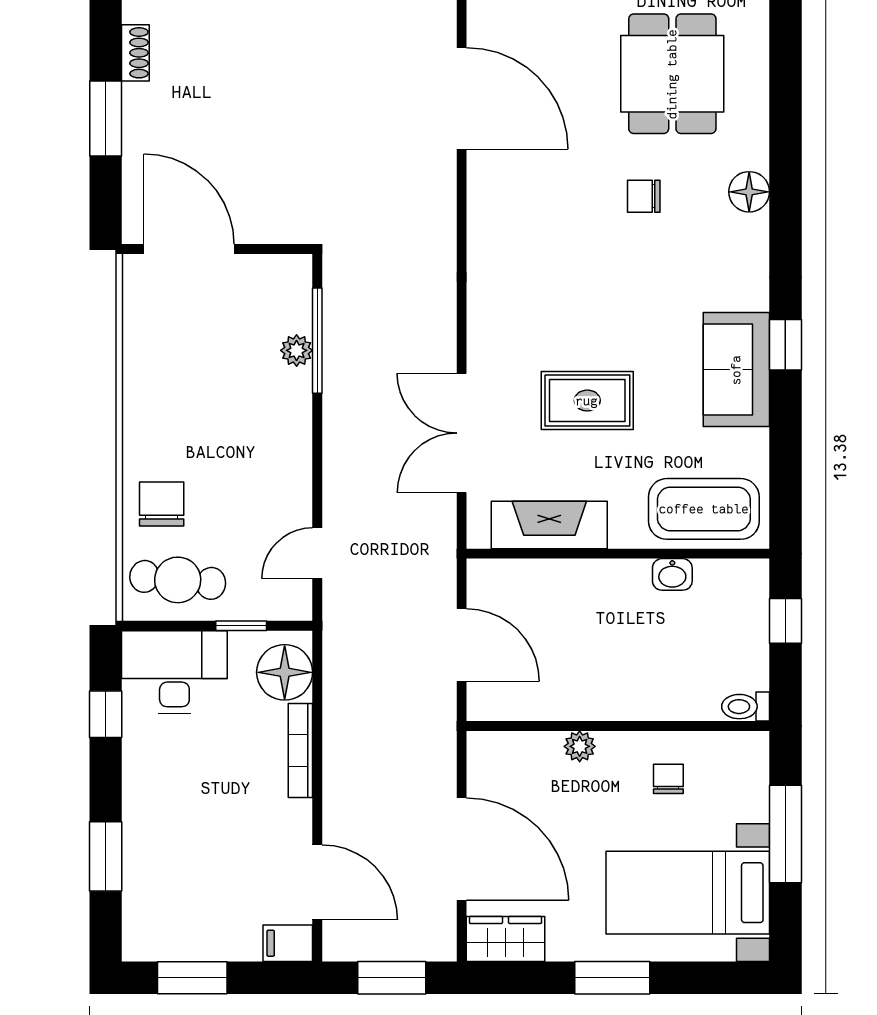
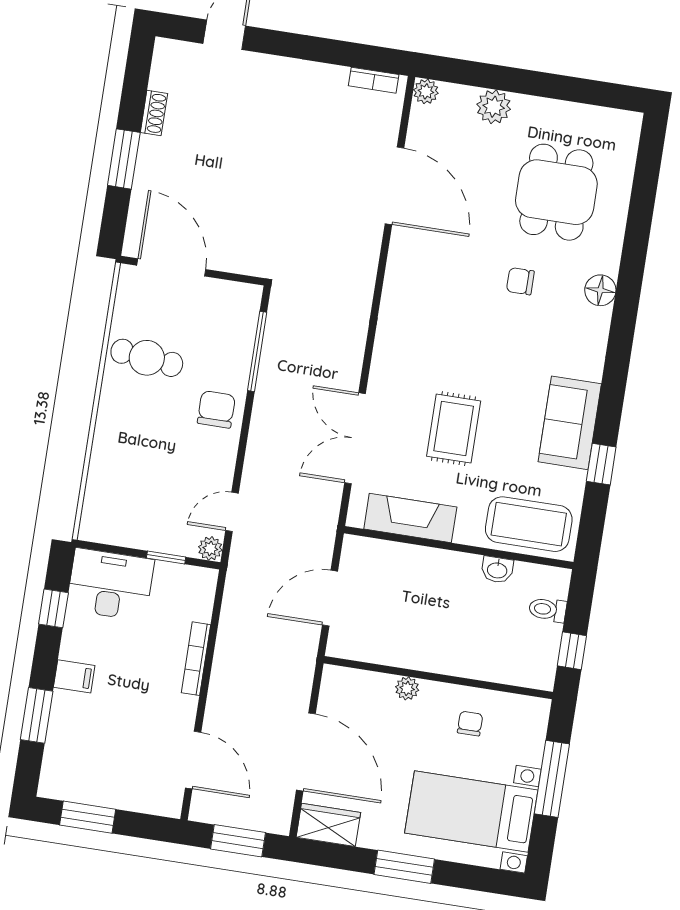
window: (785, 345) -> (601, 464), moved
plant: (297, 350) -> (210, 548), moved
rug: (587, 401) -> (454, 429), turned 90
chair: (162, 504) -> (216, 409), moved
cafe table: (178, 580) -> (147, 358), moved
window: (785, 621) -> (572, 651), moved
door: (462, 645) -> (330, 598), swing flipped
floor lamp: (285, 672) -> (193, 598), removed
toilet: (746, 707) -> (548, 610), moved
filing cabinet: (288, 943) -> (74, 676), moved, turned 180

